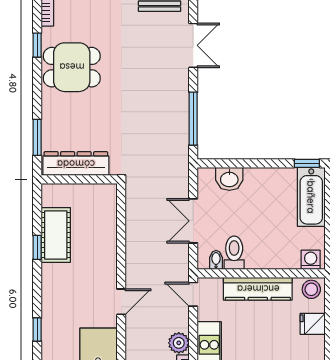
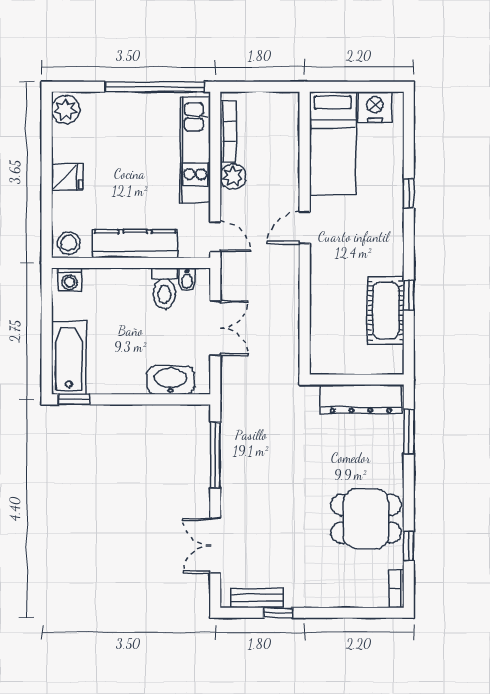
washbasin: (229, 179) -> (170, 380), width x1.38
fridge: (313, 324) -> (67, 177), moved

